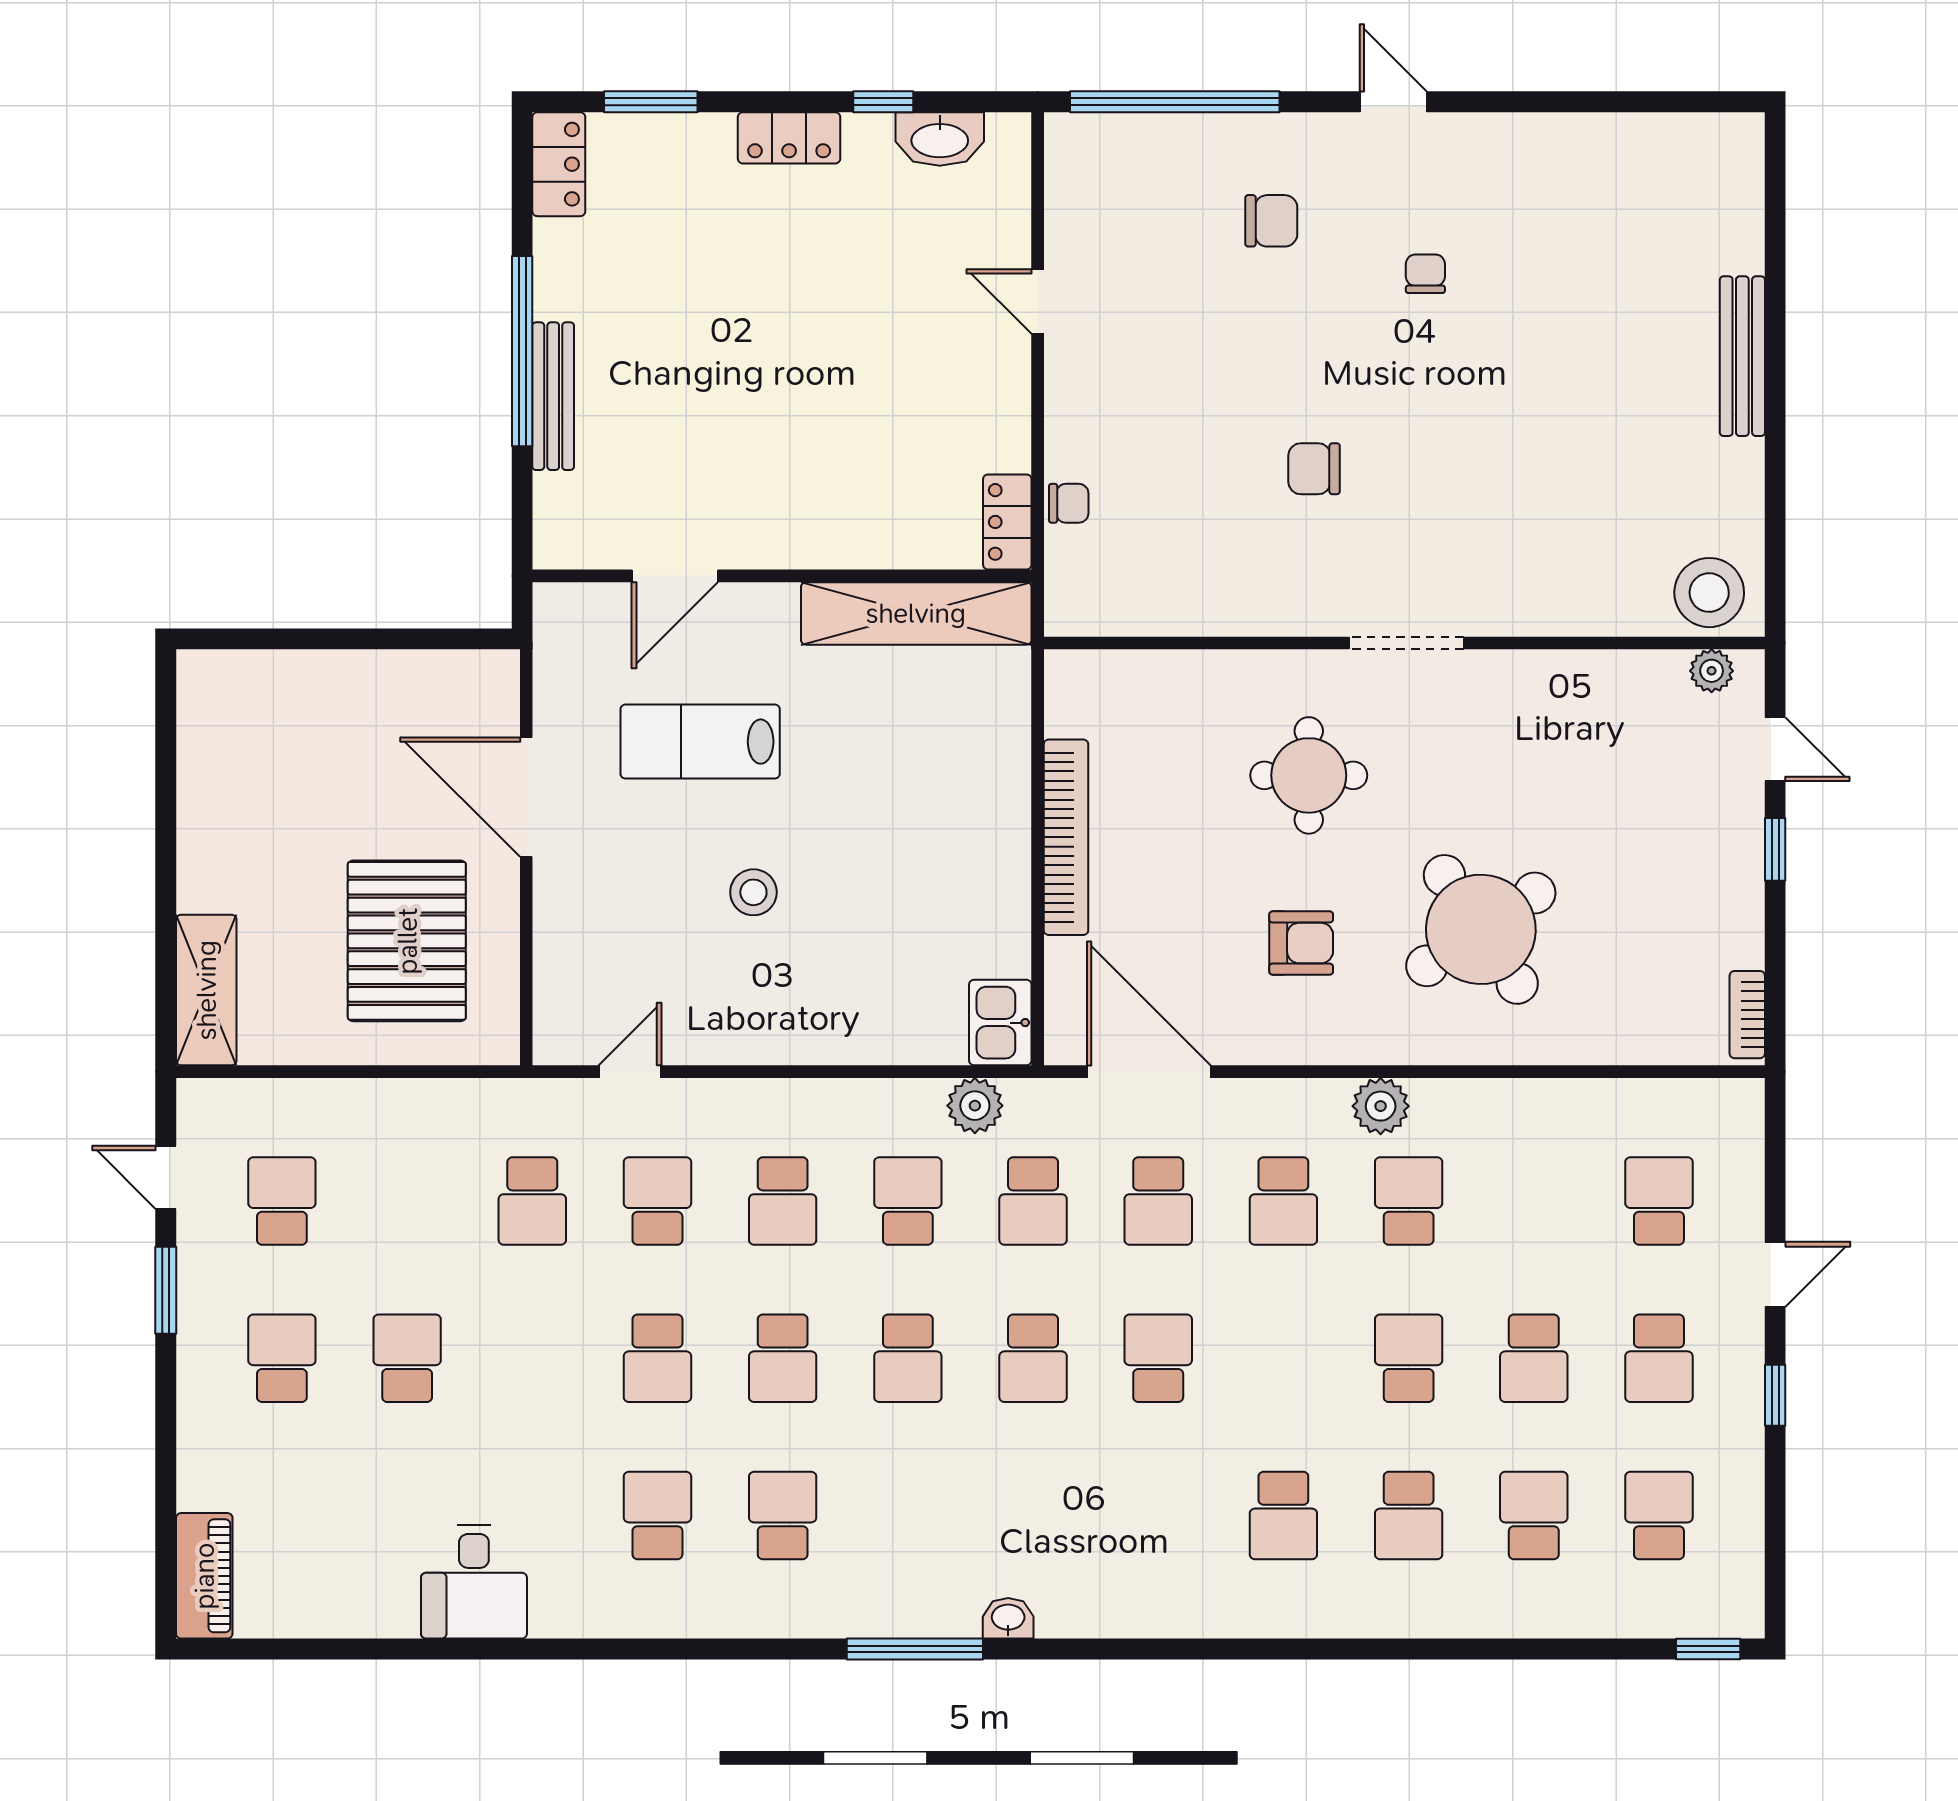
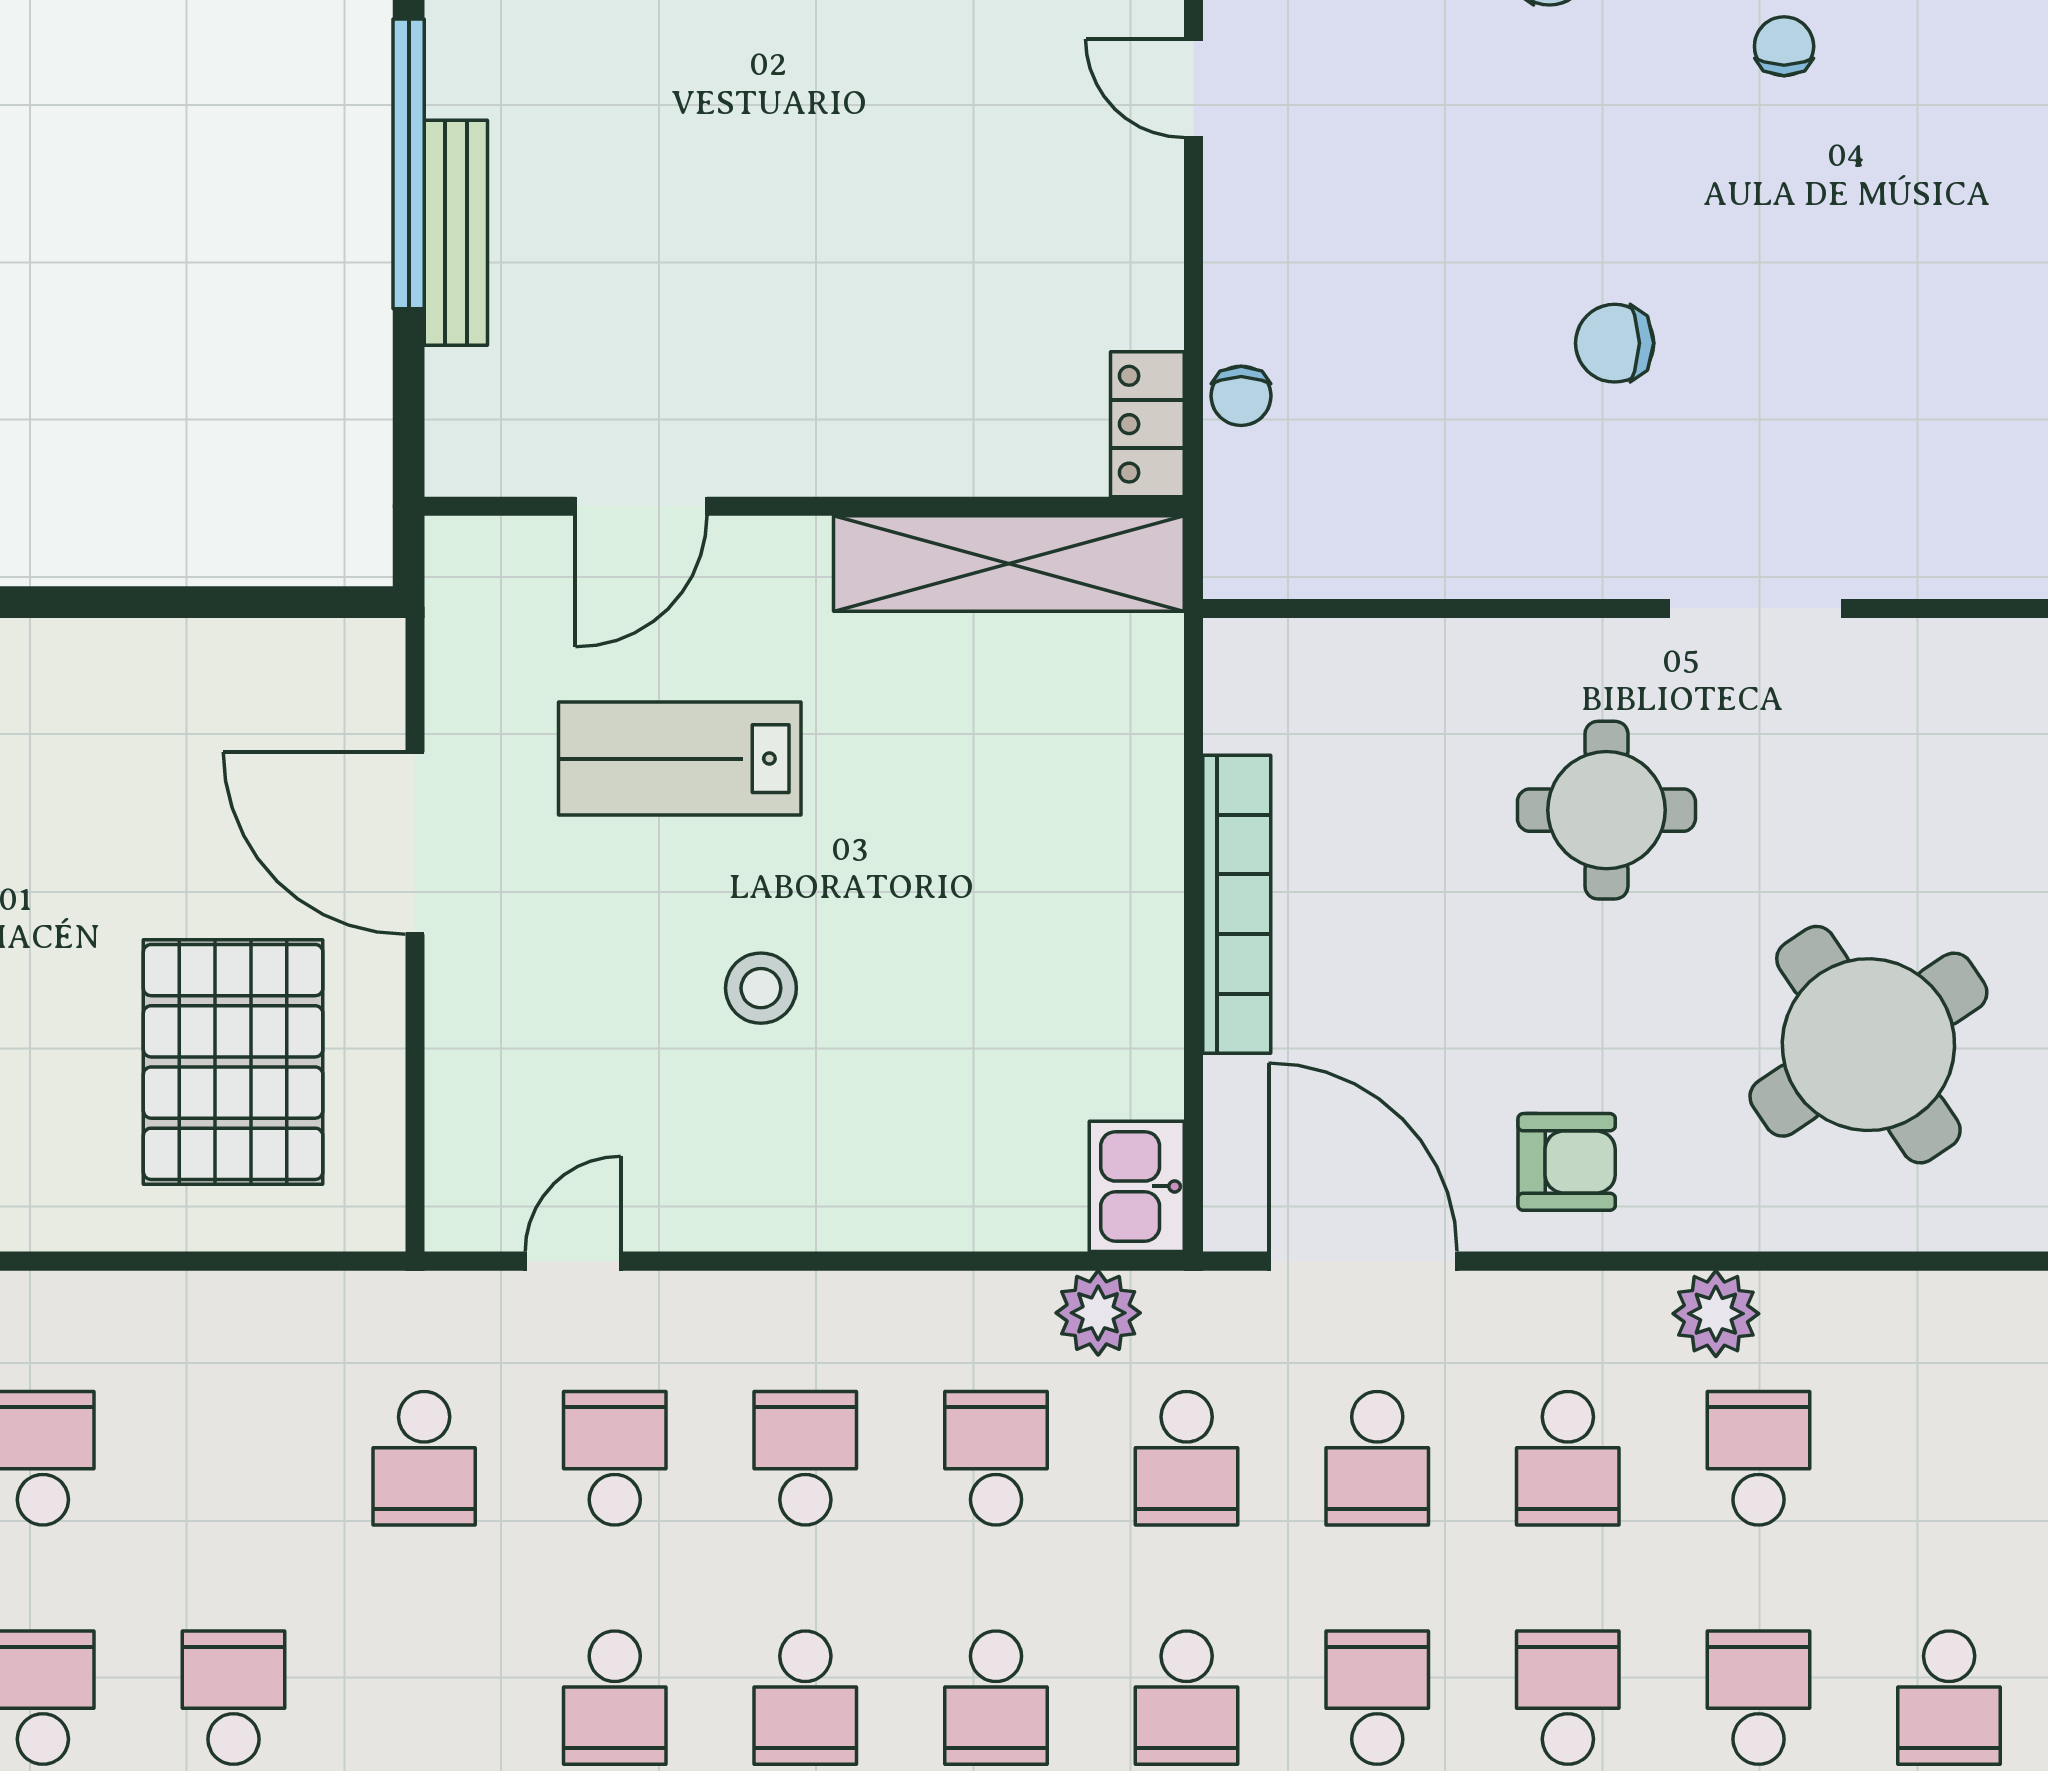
chair: (1069, 503) -> (1241, 396), turned 90
armchair: (1301, 943) -> (1567, 1162), moved
school desk: (783, 1201) -> (805, 1458), turned 180
school desk: (1283, 1358) -> (1568, 1698), added

